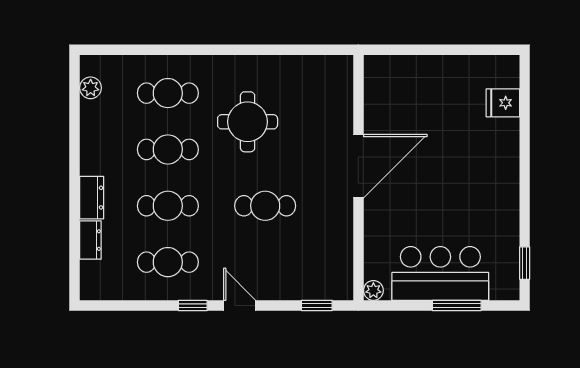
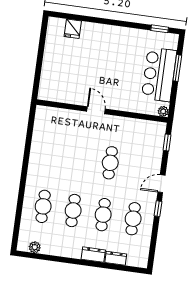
round table: (248, 122) -> (64, 166), removed
door: (358, 166) -> (96, 110), width x0.53

